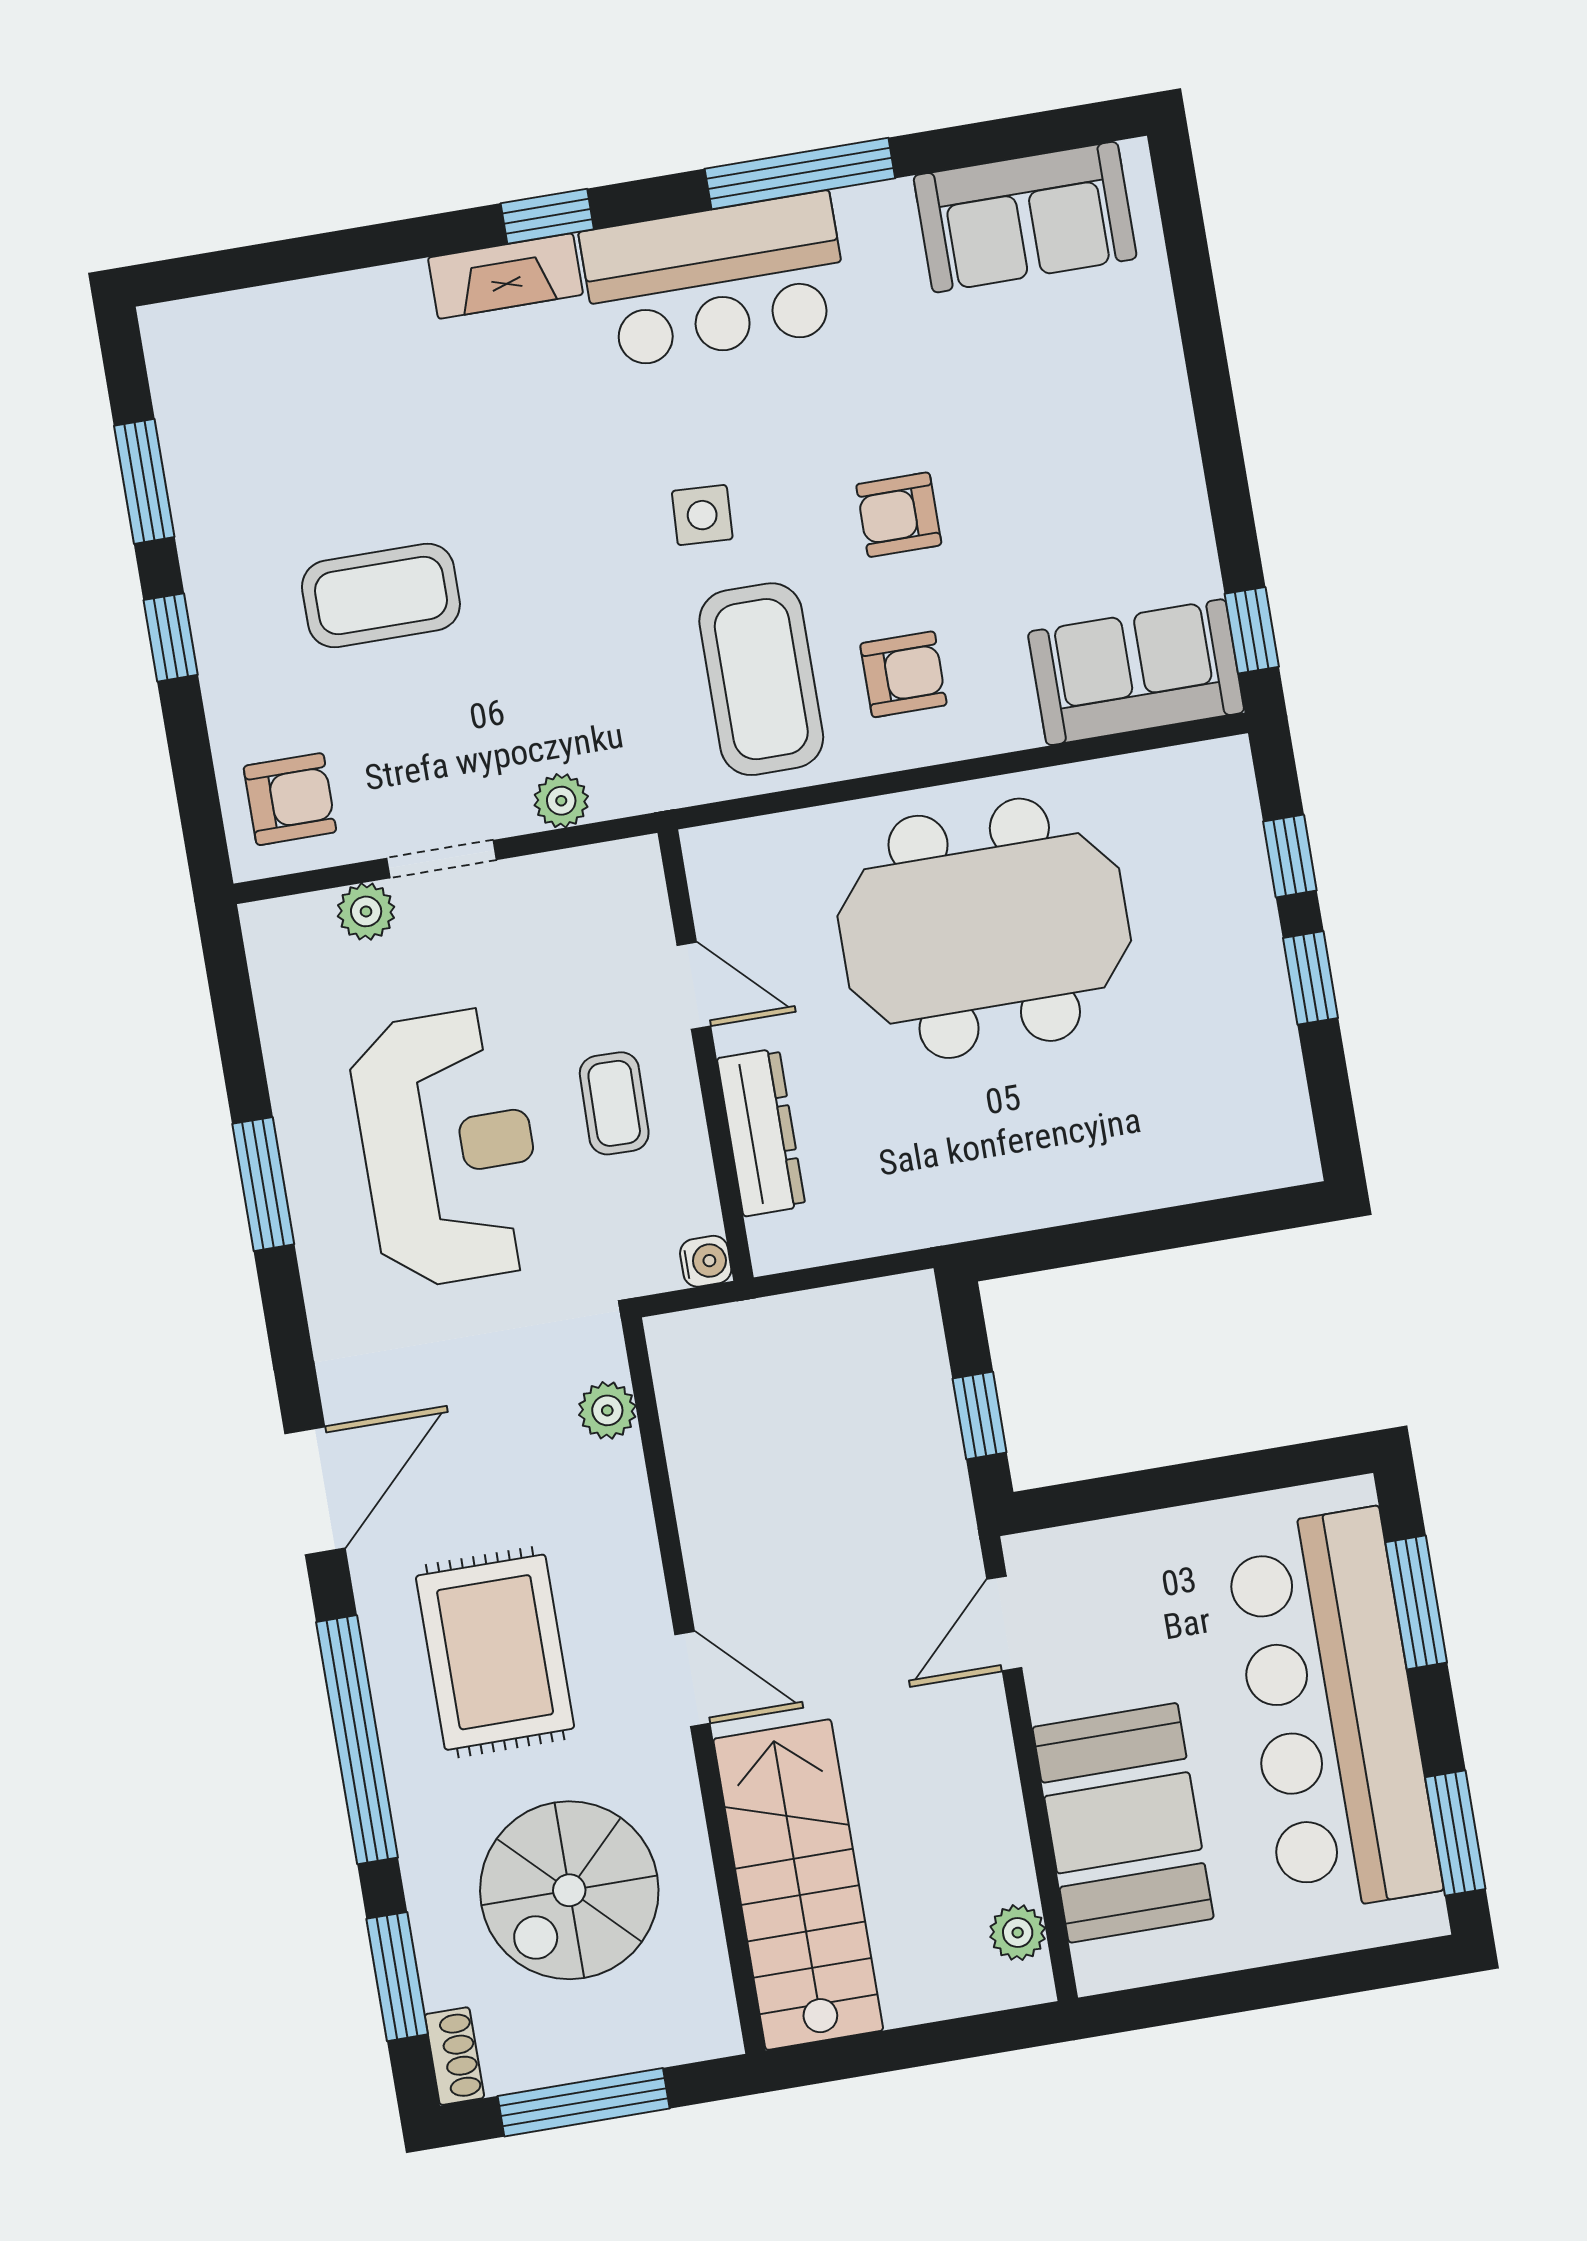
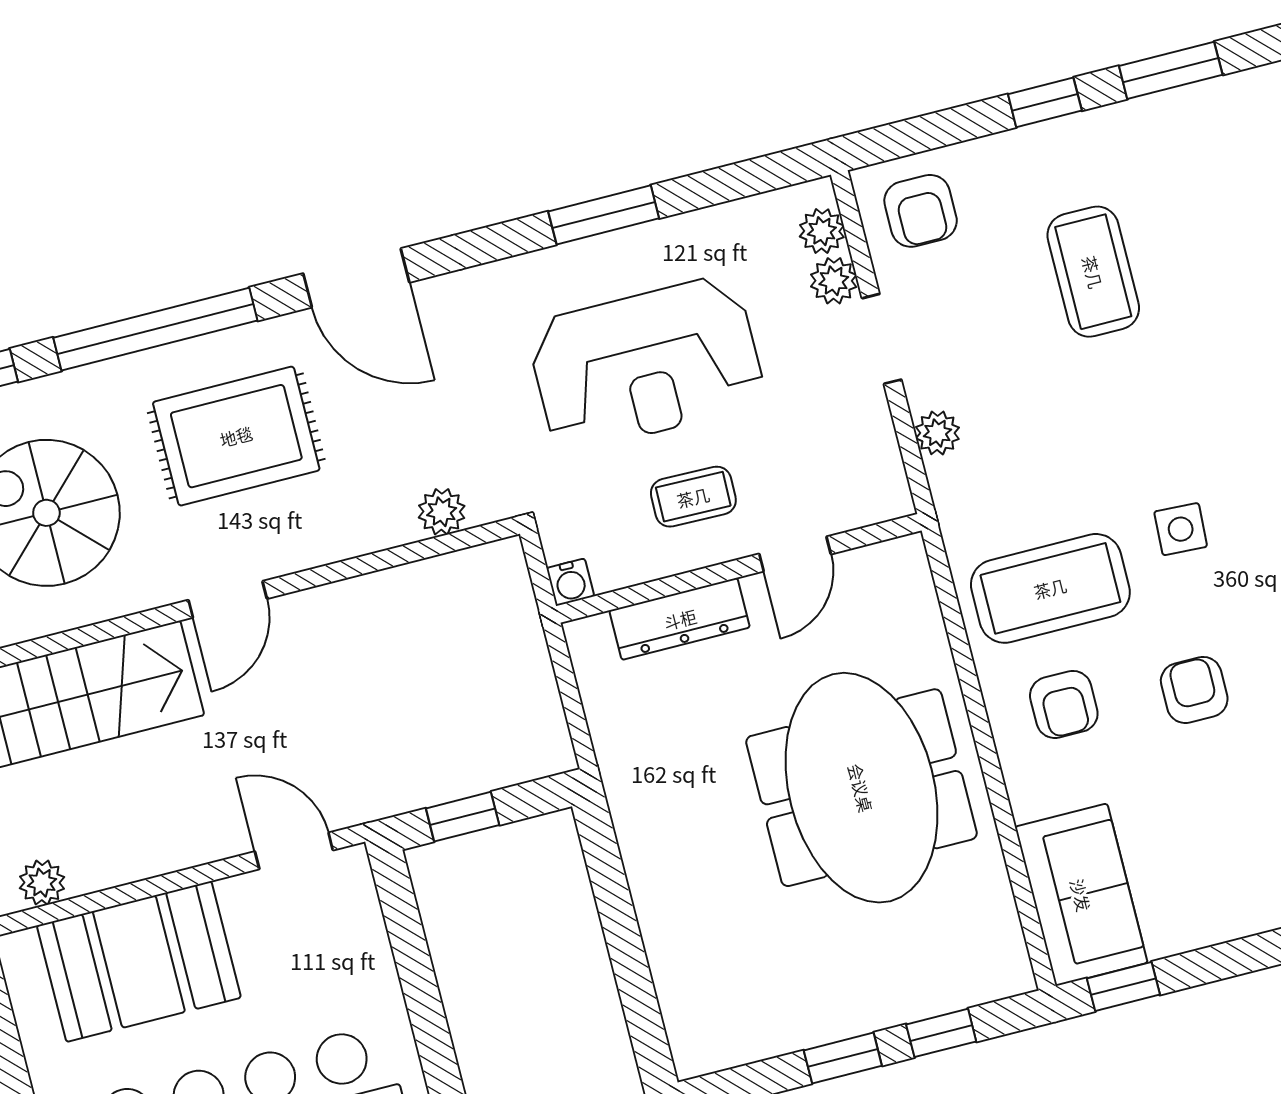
plant: (305, 921) -> (822, 231), added

